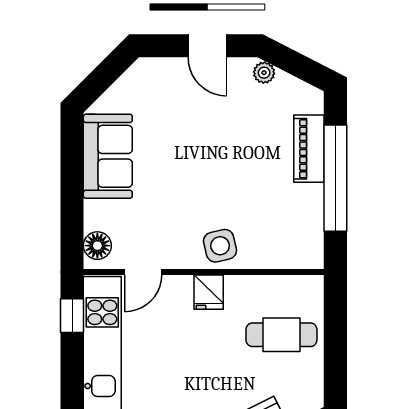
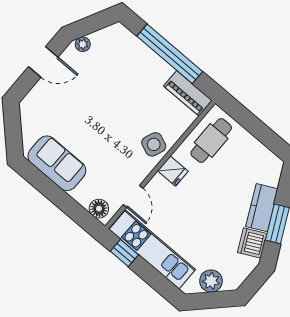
piano: (309, 149) -> (188, 93), moved
side table: (220, 246) -> (154, 144), turned 35
cafe table: (281, 335) -> (211, 140), moved

